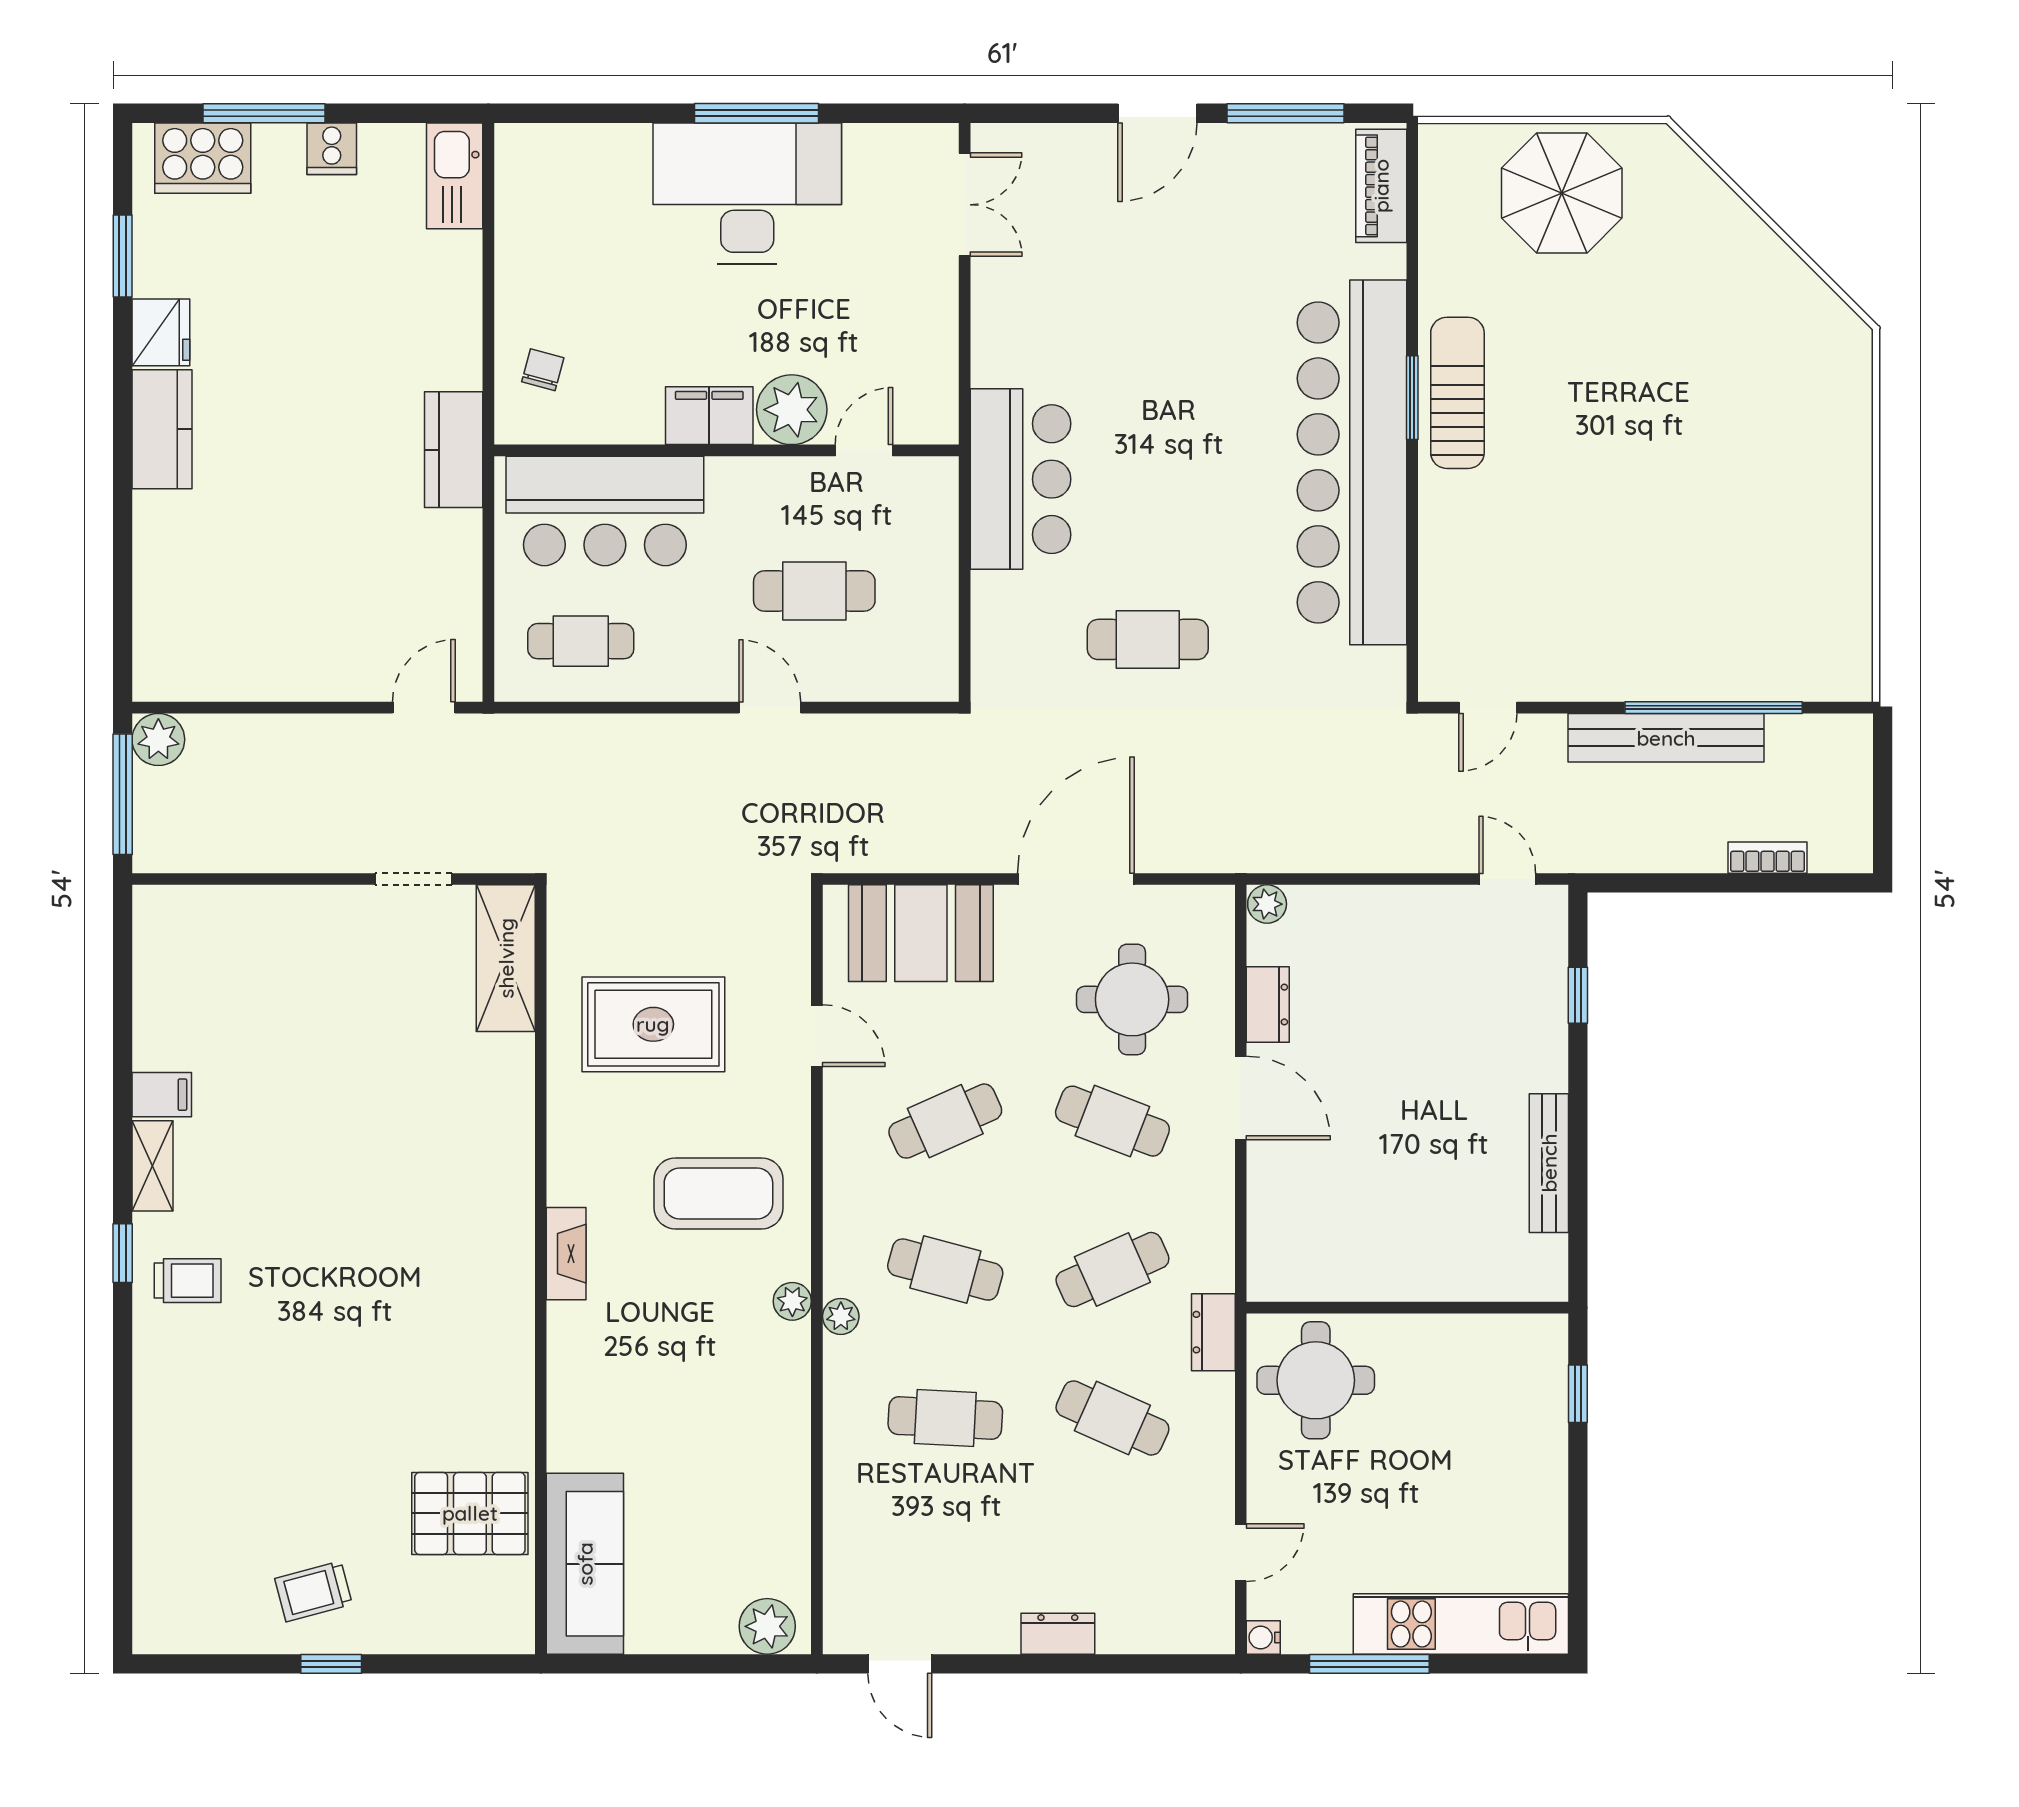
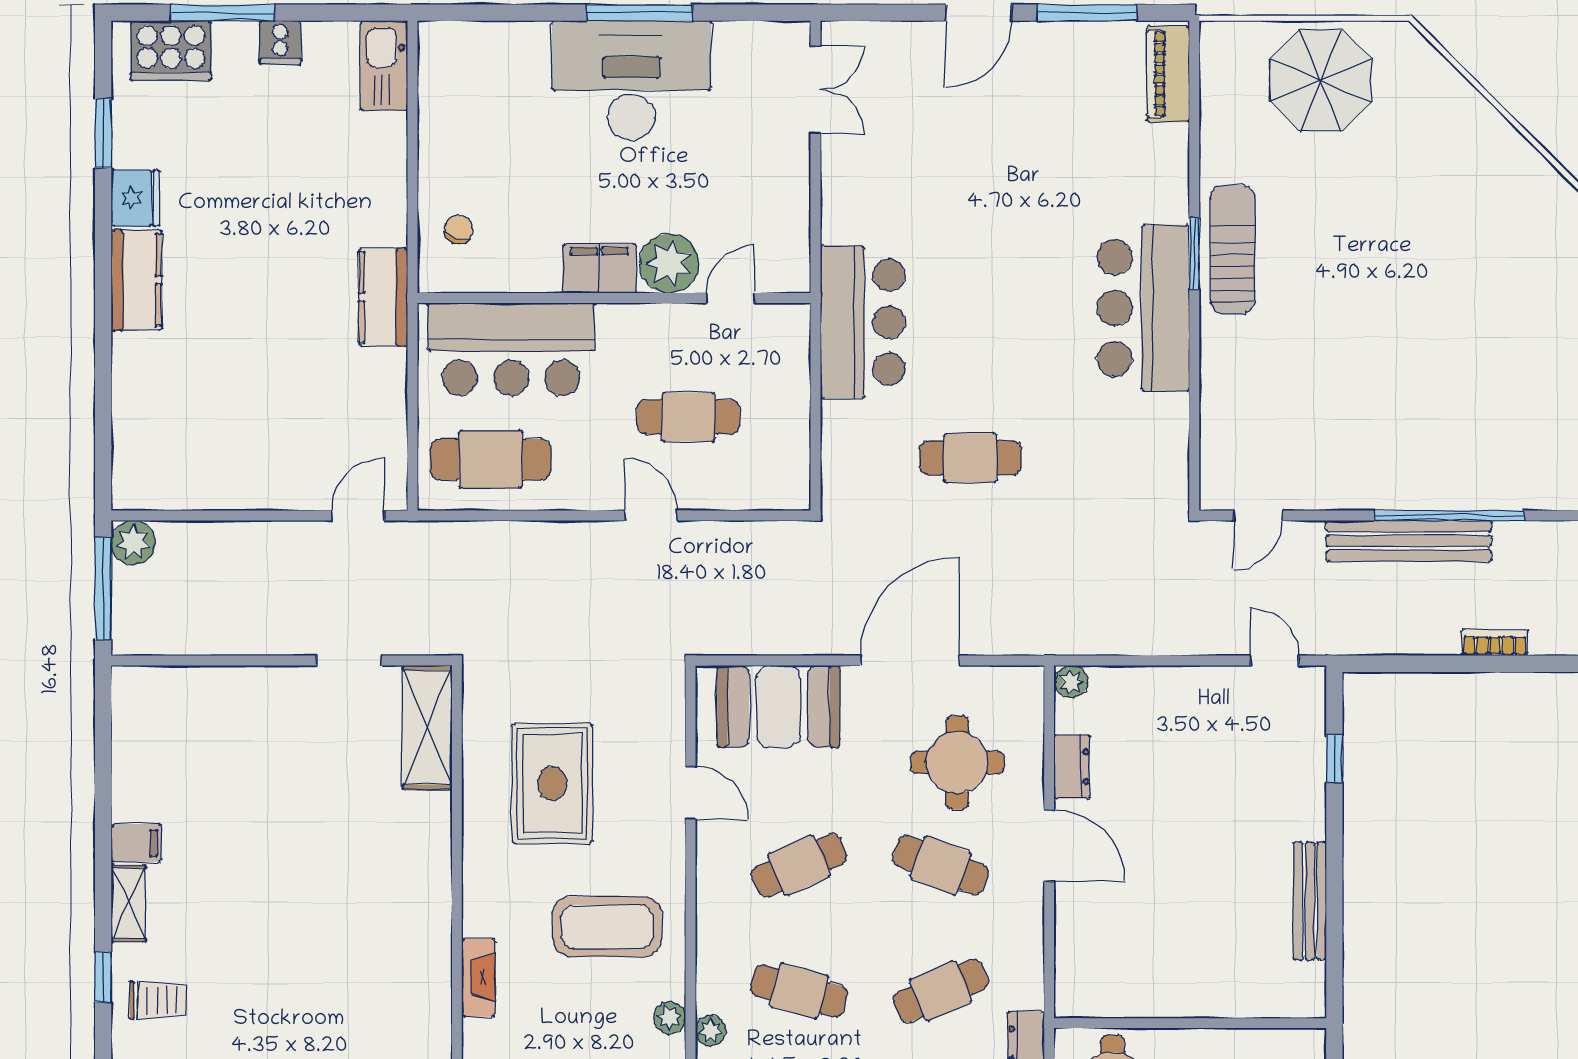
bar counter: (1352, 462) -> (1143, 308), width x0.54
cafe table: (581, 641) -> (491, 459), width x1.37, depth x1.35
rug: (653, 1024) -> (552, 783), turned 90

